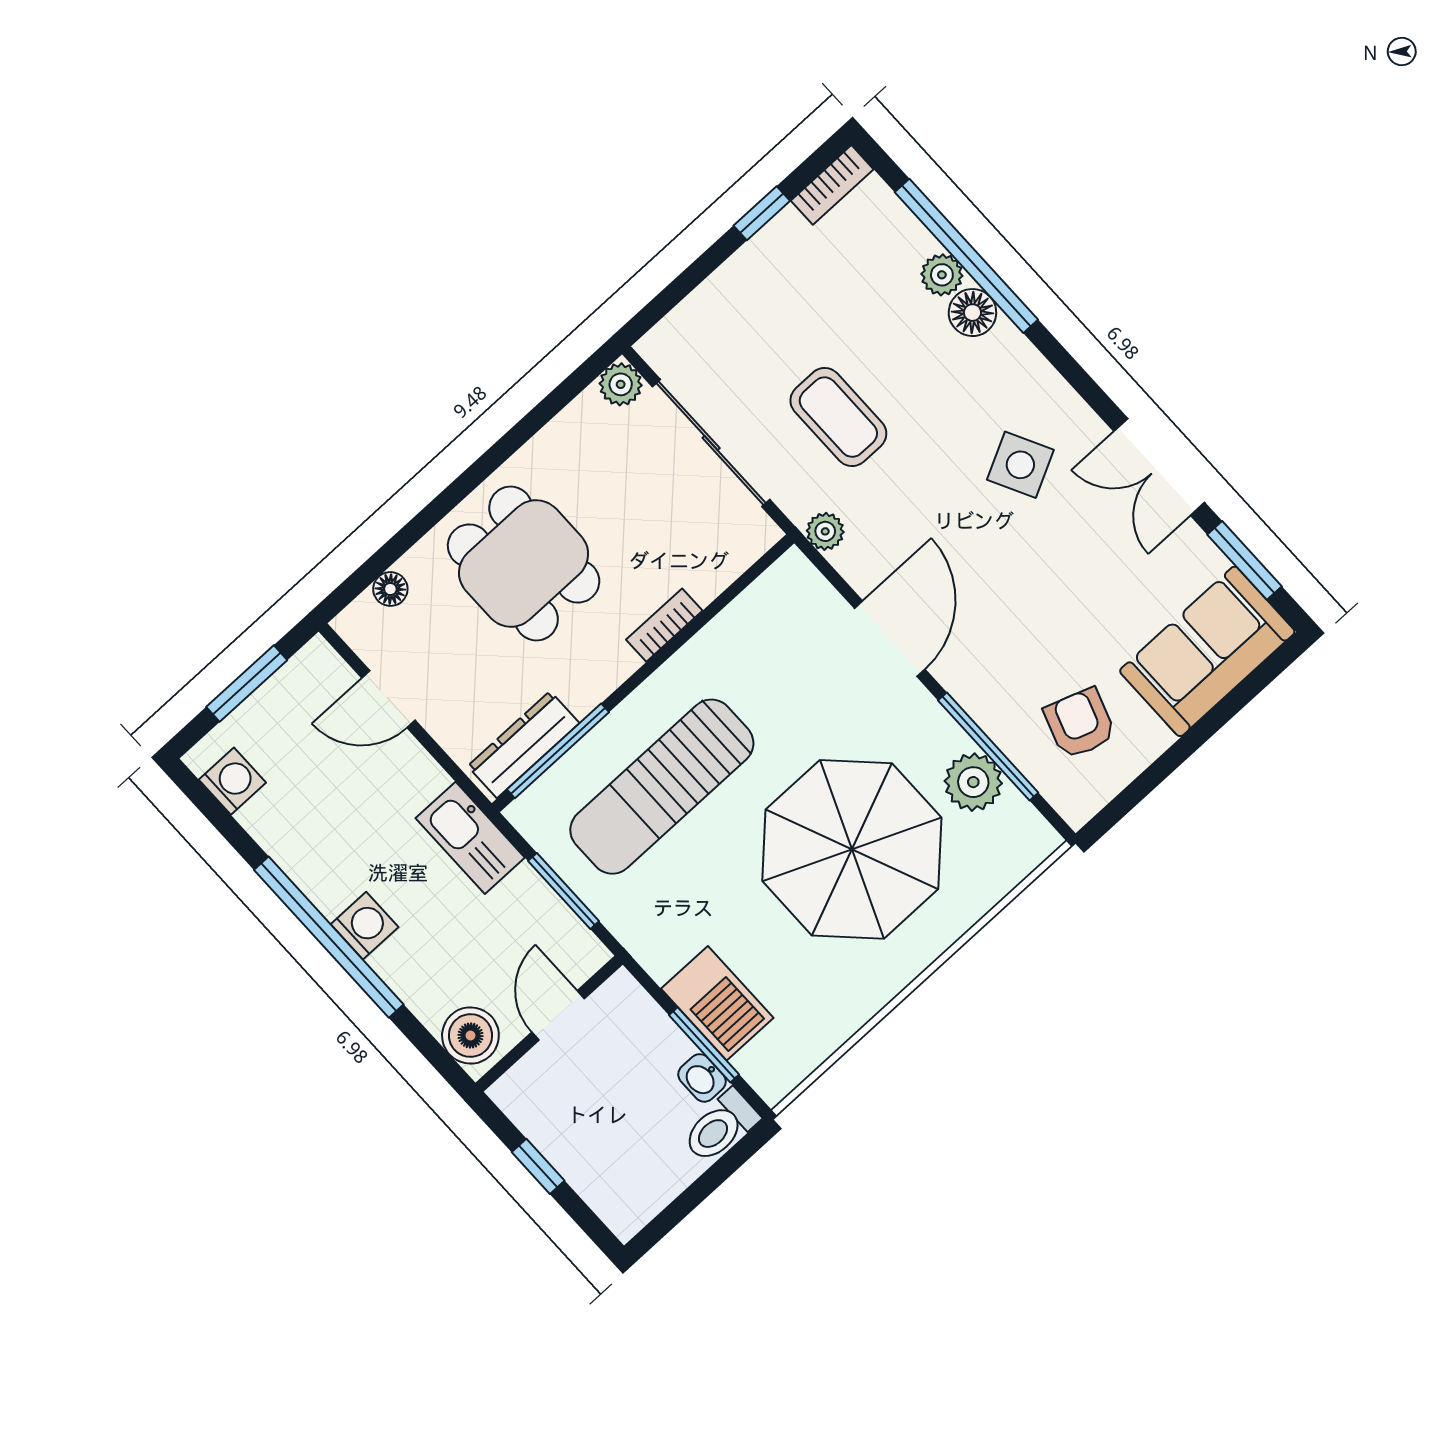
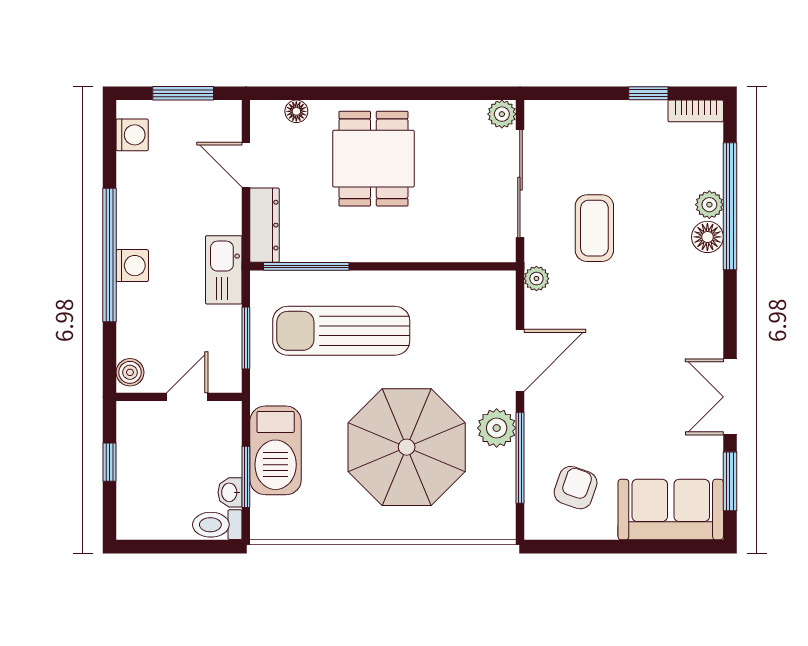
side table: (1020, 465) -> (663, 334), removed
bookcase: (664, 625) -> (415, 252), removed
dresser: (523, 745) -> (264, 225), moved, turned 90
plant: (973, 782) -> (497, 428), moved
barbecue: (717, 1003) -> (276, 450), width x1.37, depth x1.21
boiler: (470, 1035) -> (130, 372), width x0.73, depth x0.73

